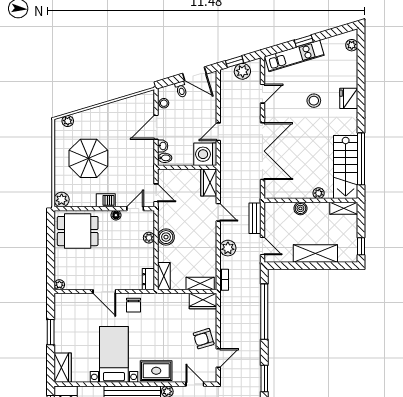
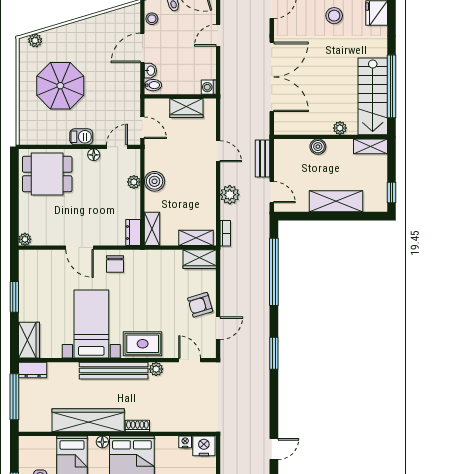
door: (218, 132) -> (218, 35), moved
washing machine: (205, 154) -> (209, 87), width x0.53, depth x0.53
wardrobe: (209, 182) -> (186, 108), moved, turned -90
plant: (62, 200) -> (28, 136), removed

